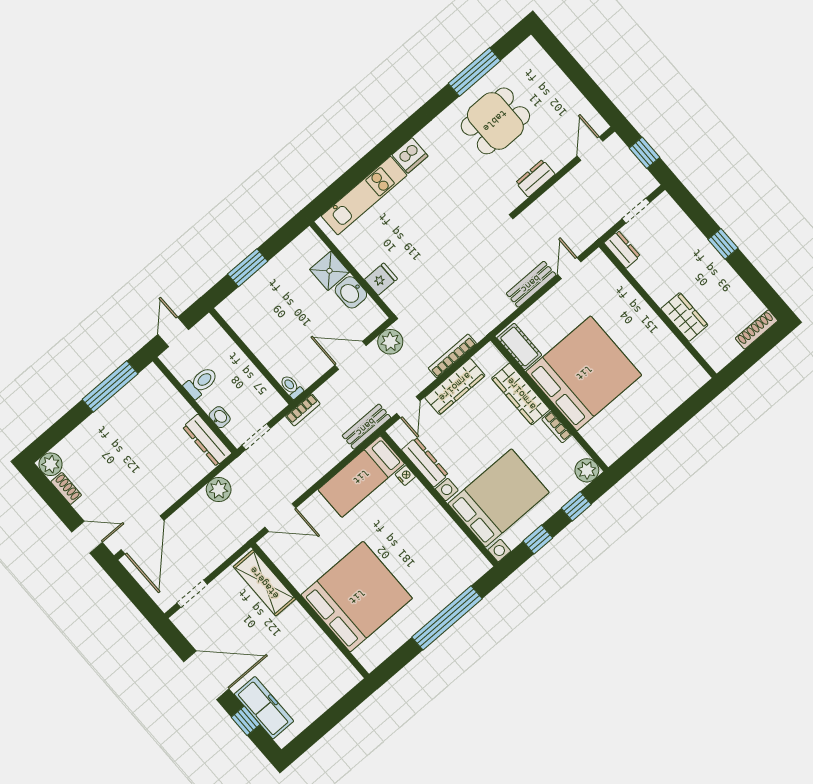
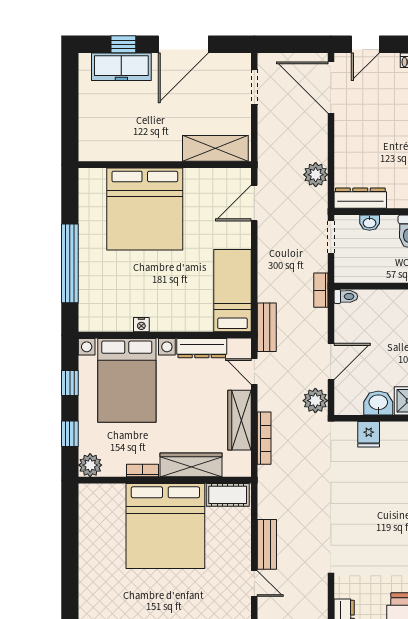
nightstand: (405, 475) -> (141, 325), moved

